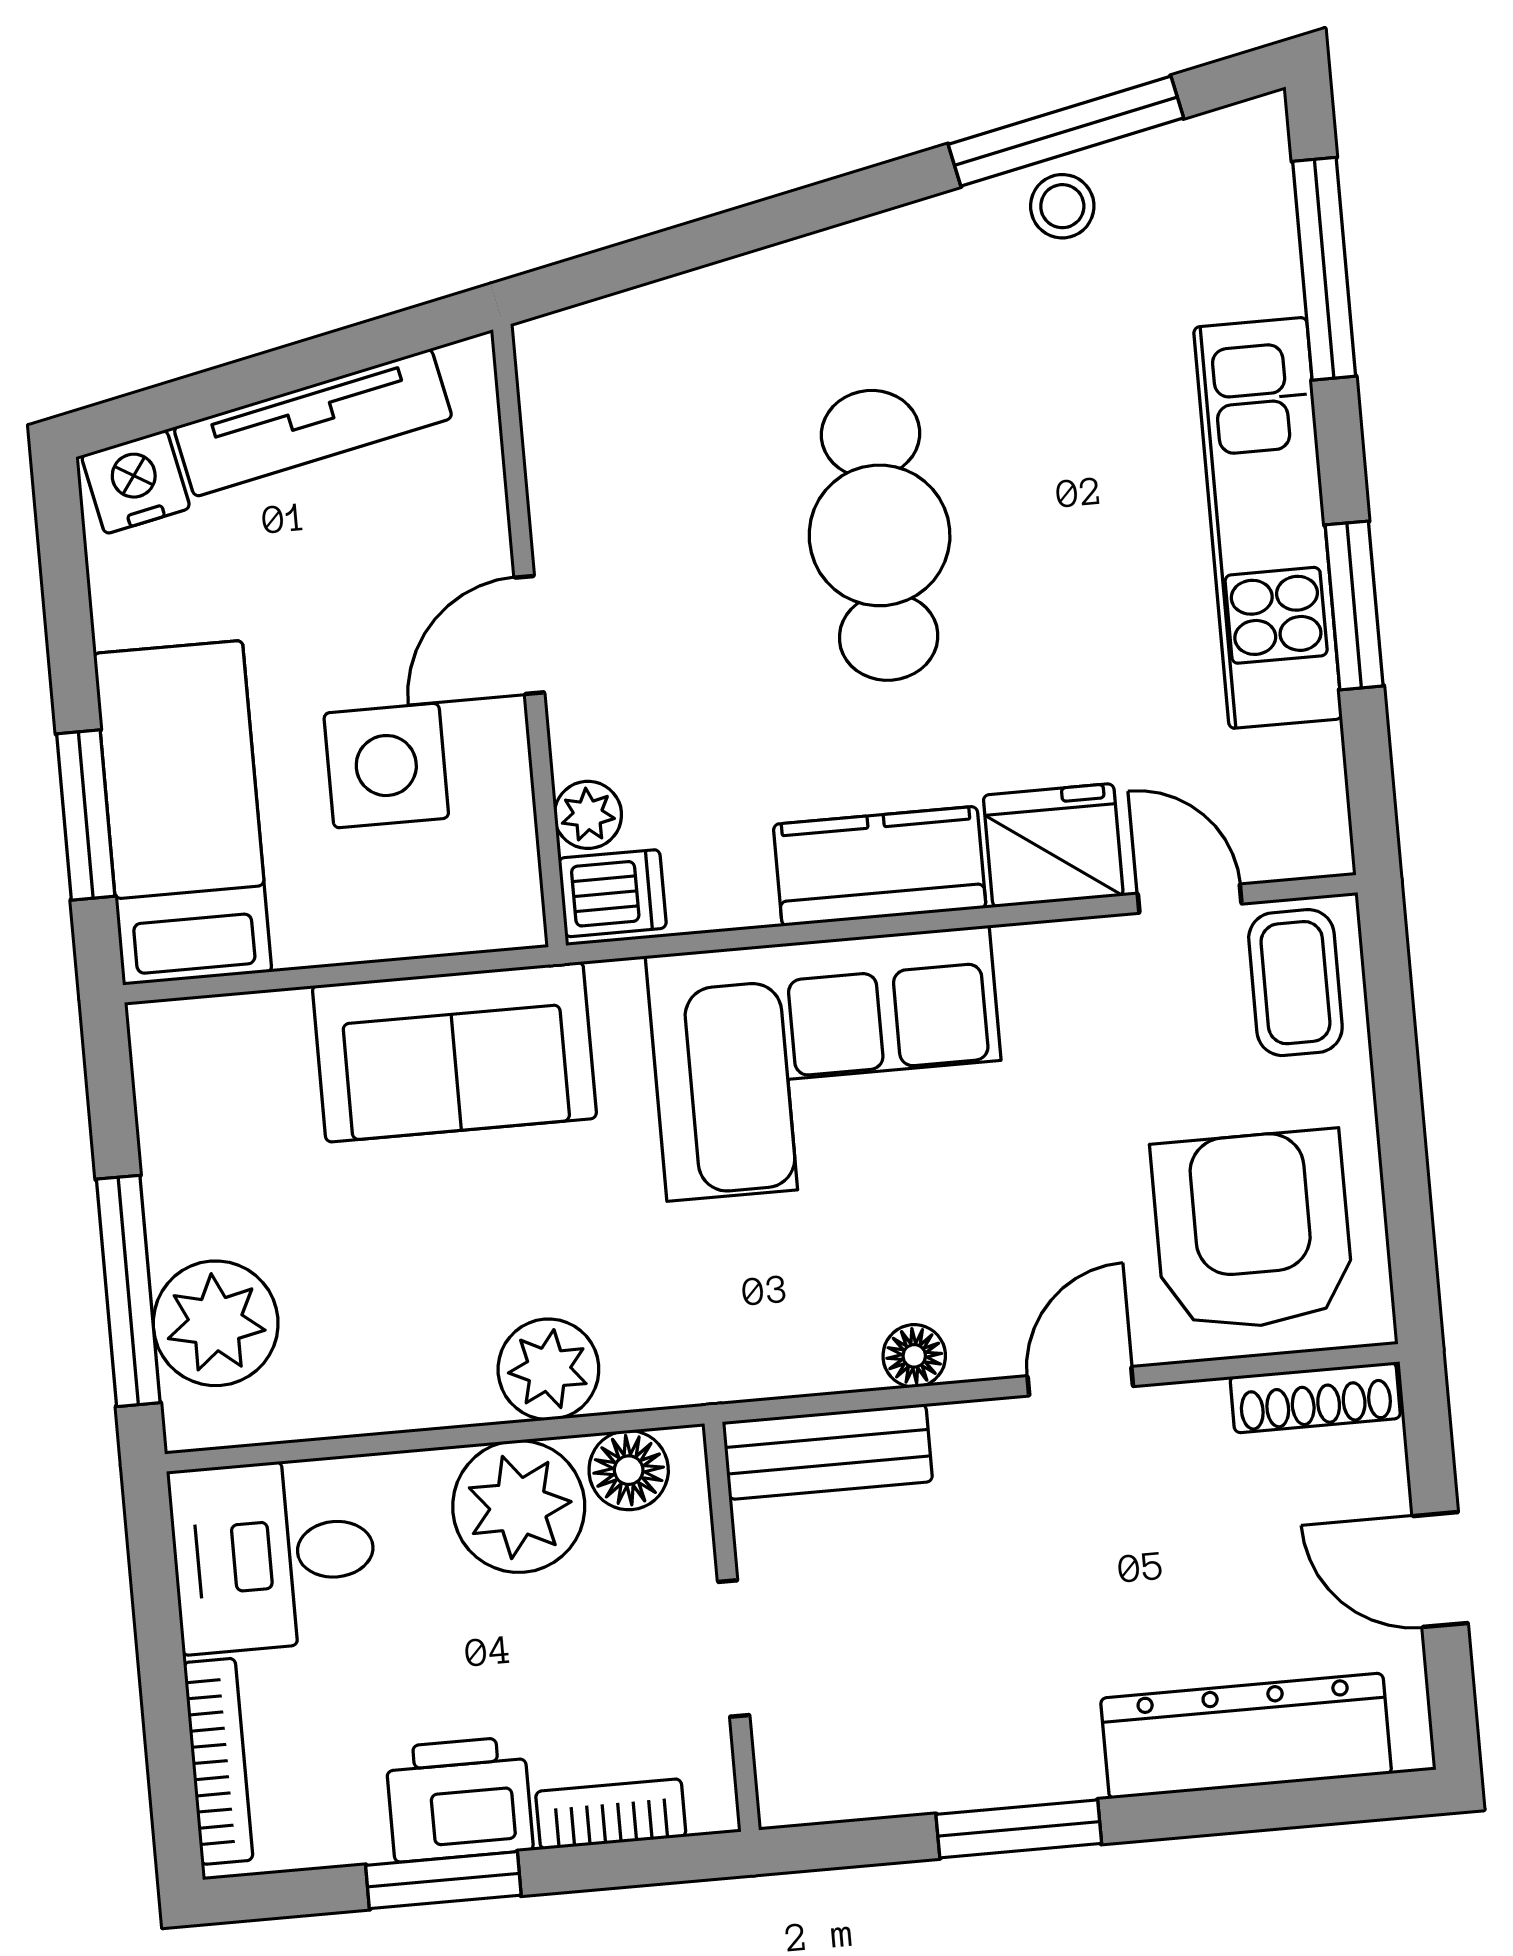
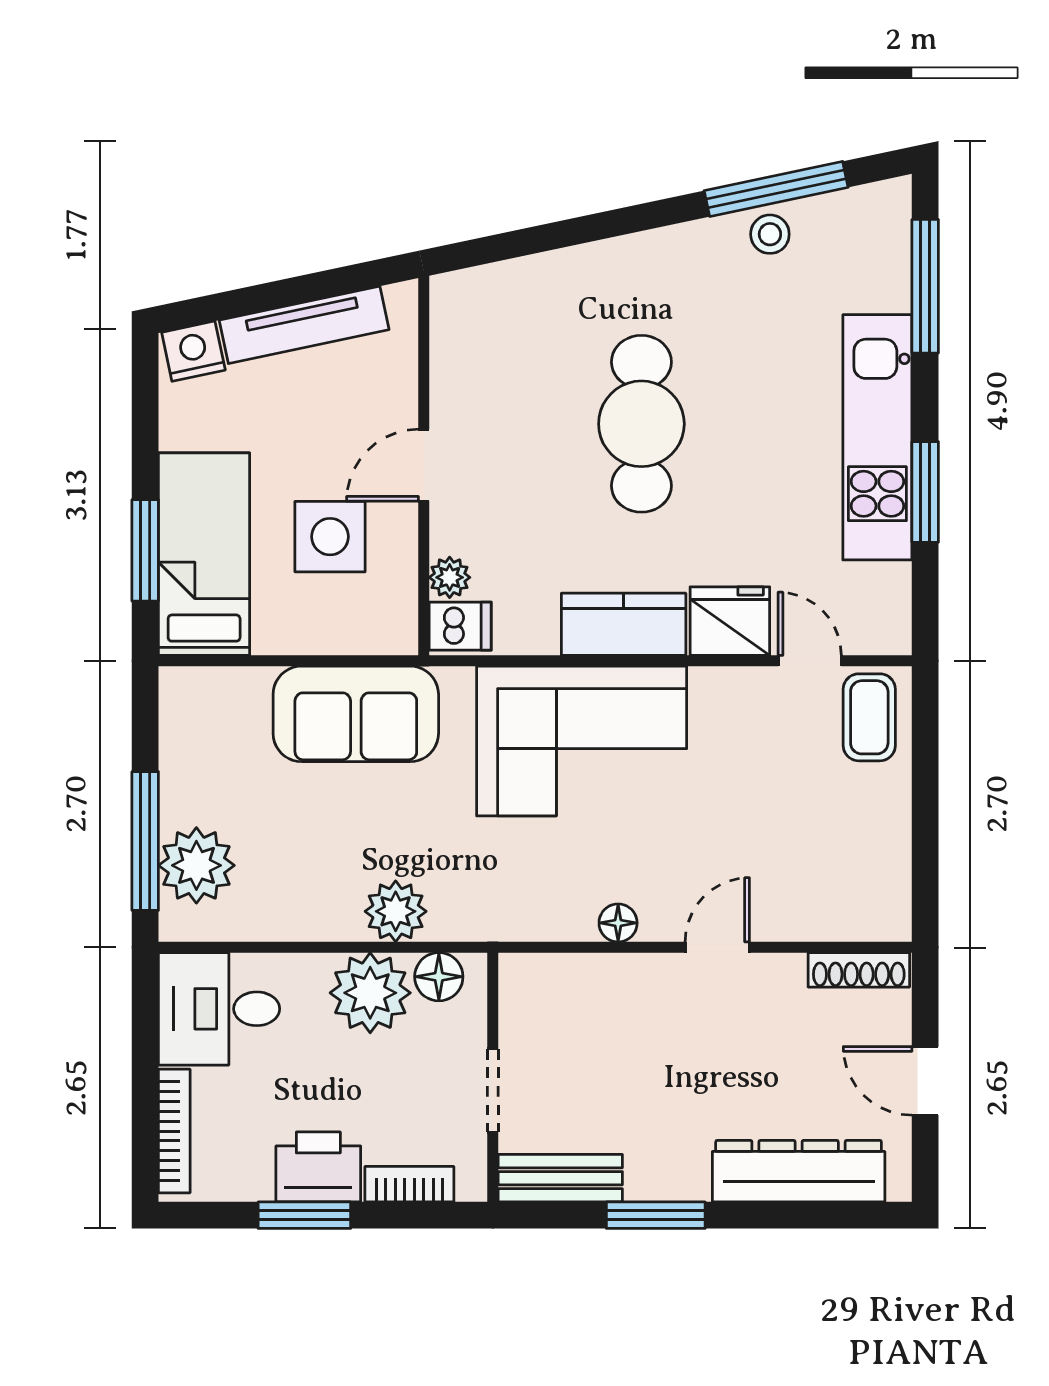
armchair: (1252, 1231) -> (830, 865), removed
bench: (827, 1452) -> (560, 1178), moved

